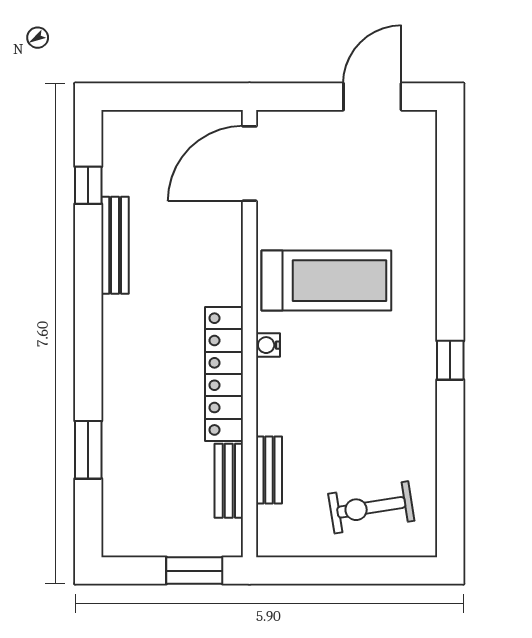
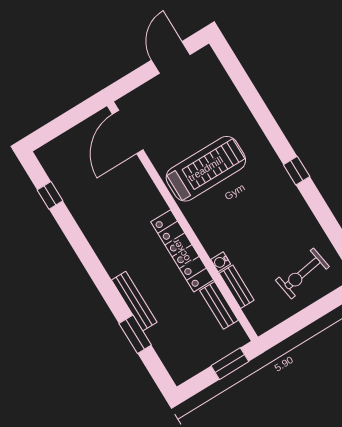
bench: (115, 245) -> (134, 301), moved
water cooler: (268, 345) -> (221, 262), moved

